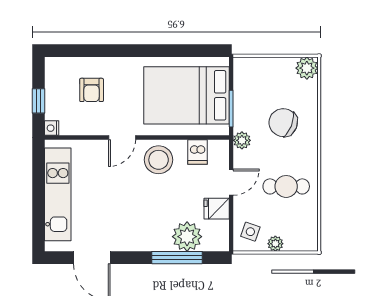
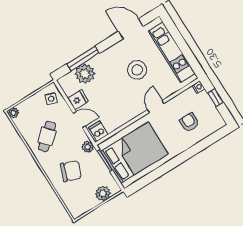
plant: (307, 68) -> (103, 194), moved
dishwasher: (197, 152) -> (98, 131), moved
stool: (159, 160) -> (137, 70), moved
door: (231, 182) -> (79, 120), swing flipped
cafe table: (286, 186) -> (47, 136), turned -41
plant: (275, 244) -> (13, 113), moved

